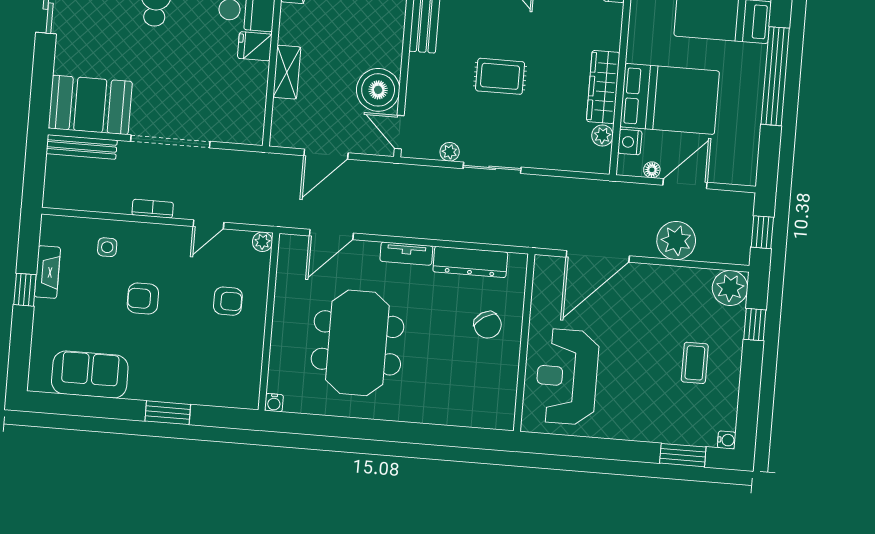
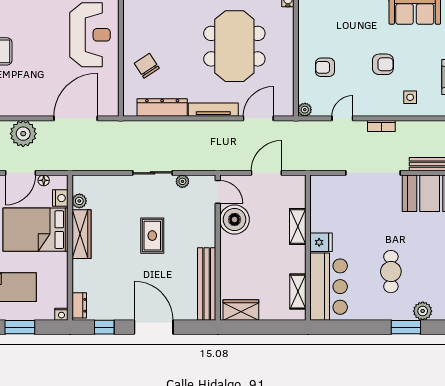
rug: (500, 76) -> (152, 236), turned 90
tv unit: (406, 254) -> (213, 110), width x1.41

